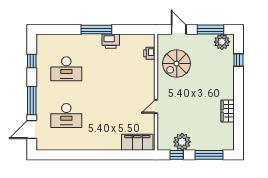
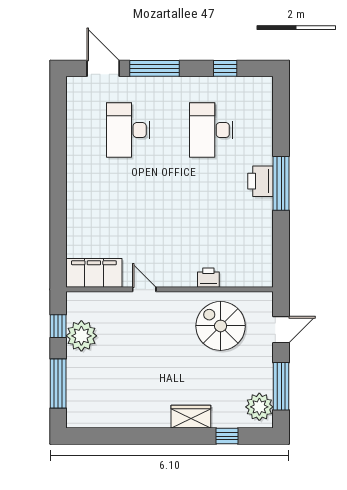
printer: (111, 41) -> (260, 181), moved
printer: (149, 53) -> (208, 278), moved
wardrobe: (228, 111) -> (191, 417), moved
filing cabinet: (137, 142) -> (94, 273), moved, turned -90

